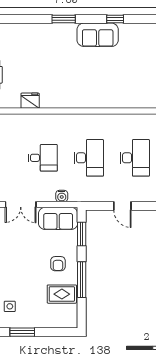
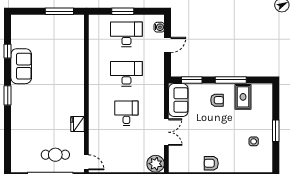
water cooler: (62, 196) -> (159, 27), moved

